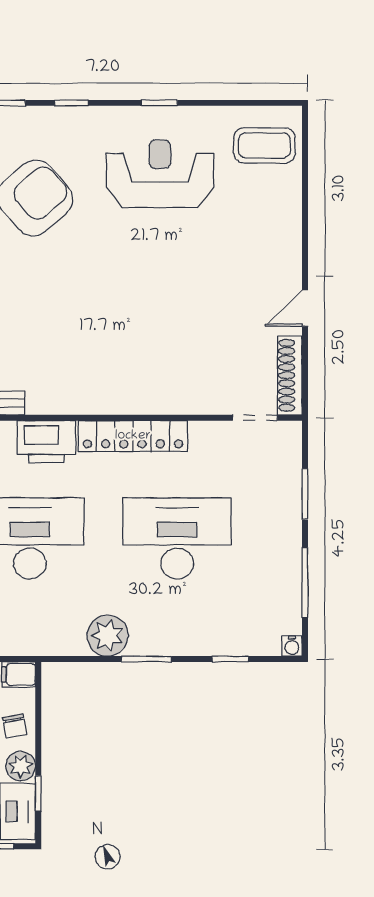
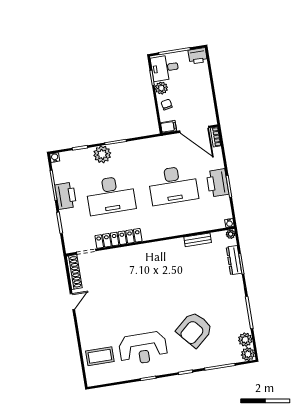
coffee table: (264, 145) -> (100, 356), moved
locker: (133, 436) -> (118, 238), moved
printer: (47, 442) -> (66, 196), moved, turned 90
plant: (108, 636) -> (102, 154), moved

